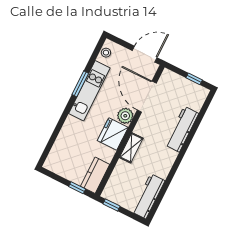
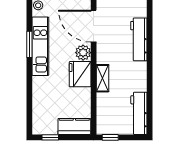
kitchen counter: (95, 175) -> (74, 126), moved, turned 90
window: (77, 188) -> (50, 137), moved

